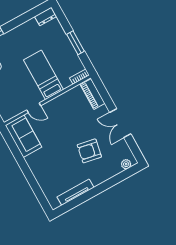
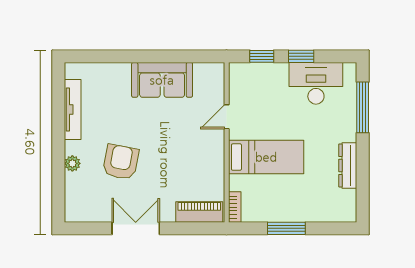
dresser: (46, 16) -> (348, 165), moved, width x1.44
sofa: (24, 136) -> (162, 80), moved
plant: (126, 164) -> (72, 163), moved

